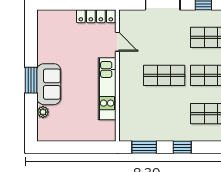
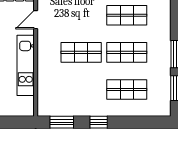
door: (117, 42) -> (36, 20), swing flipped

